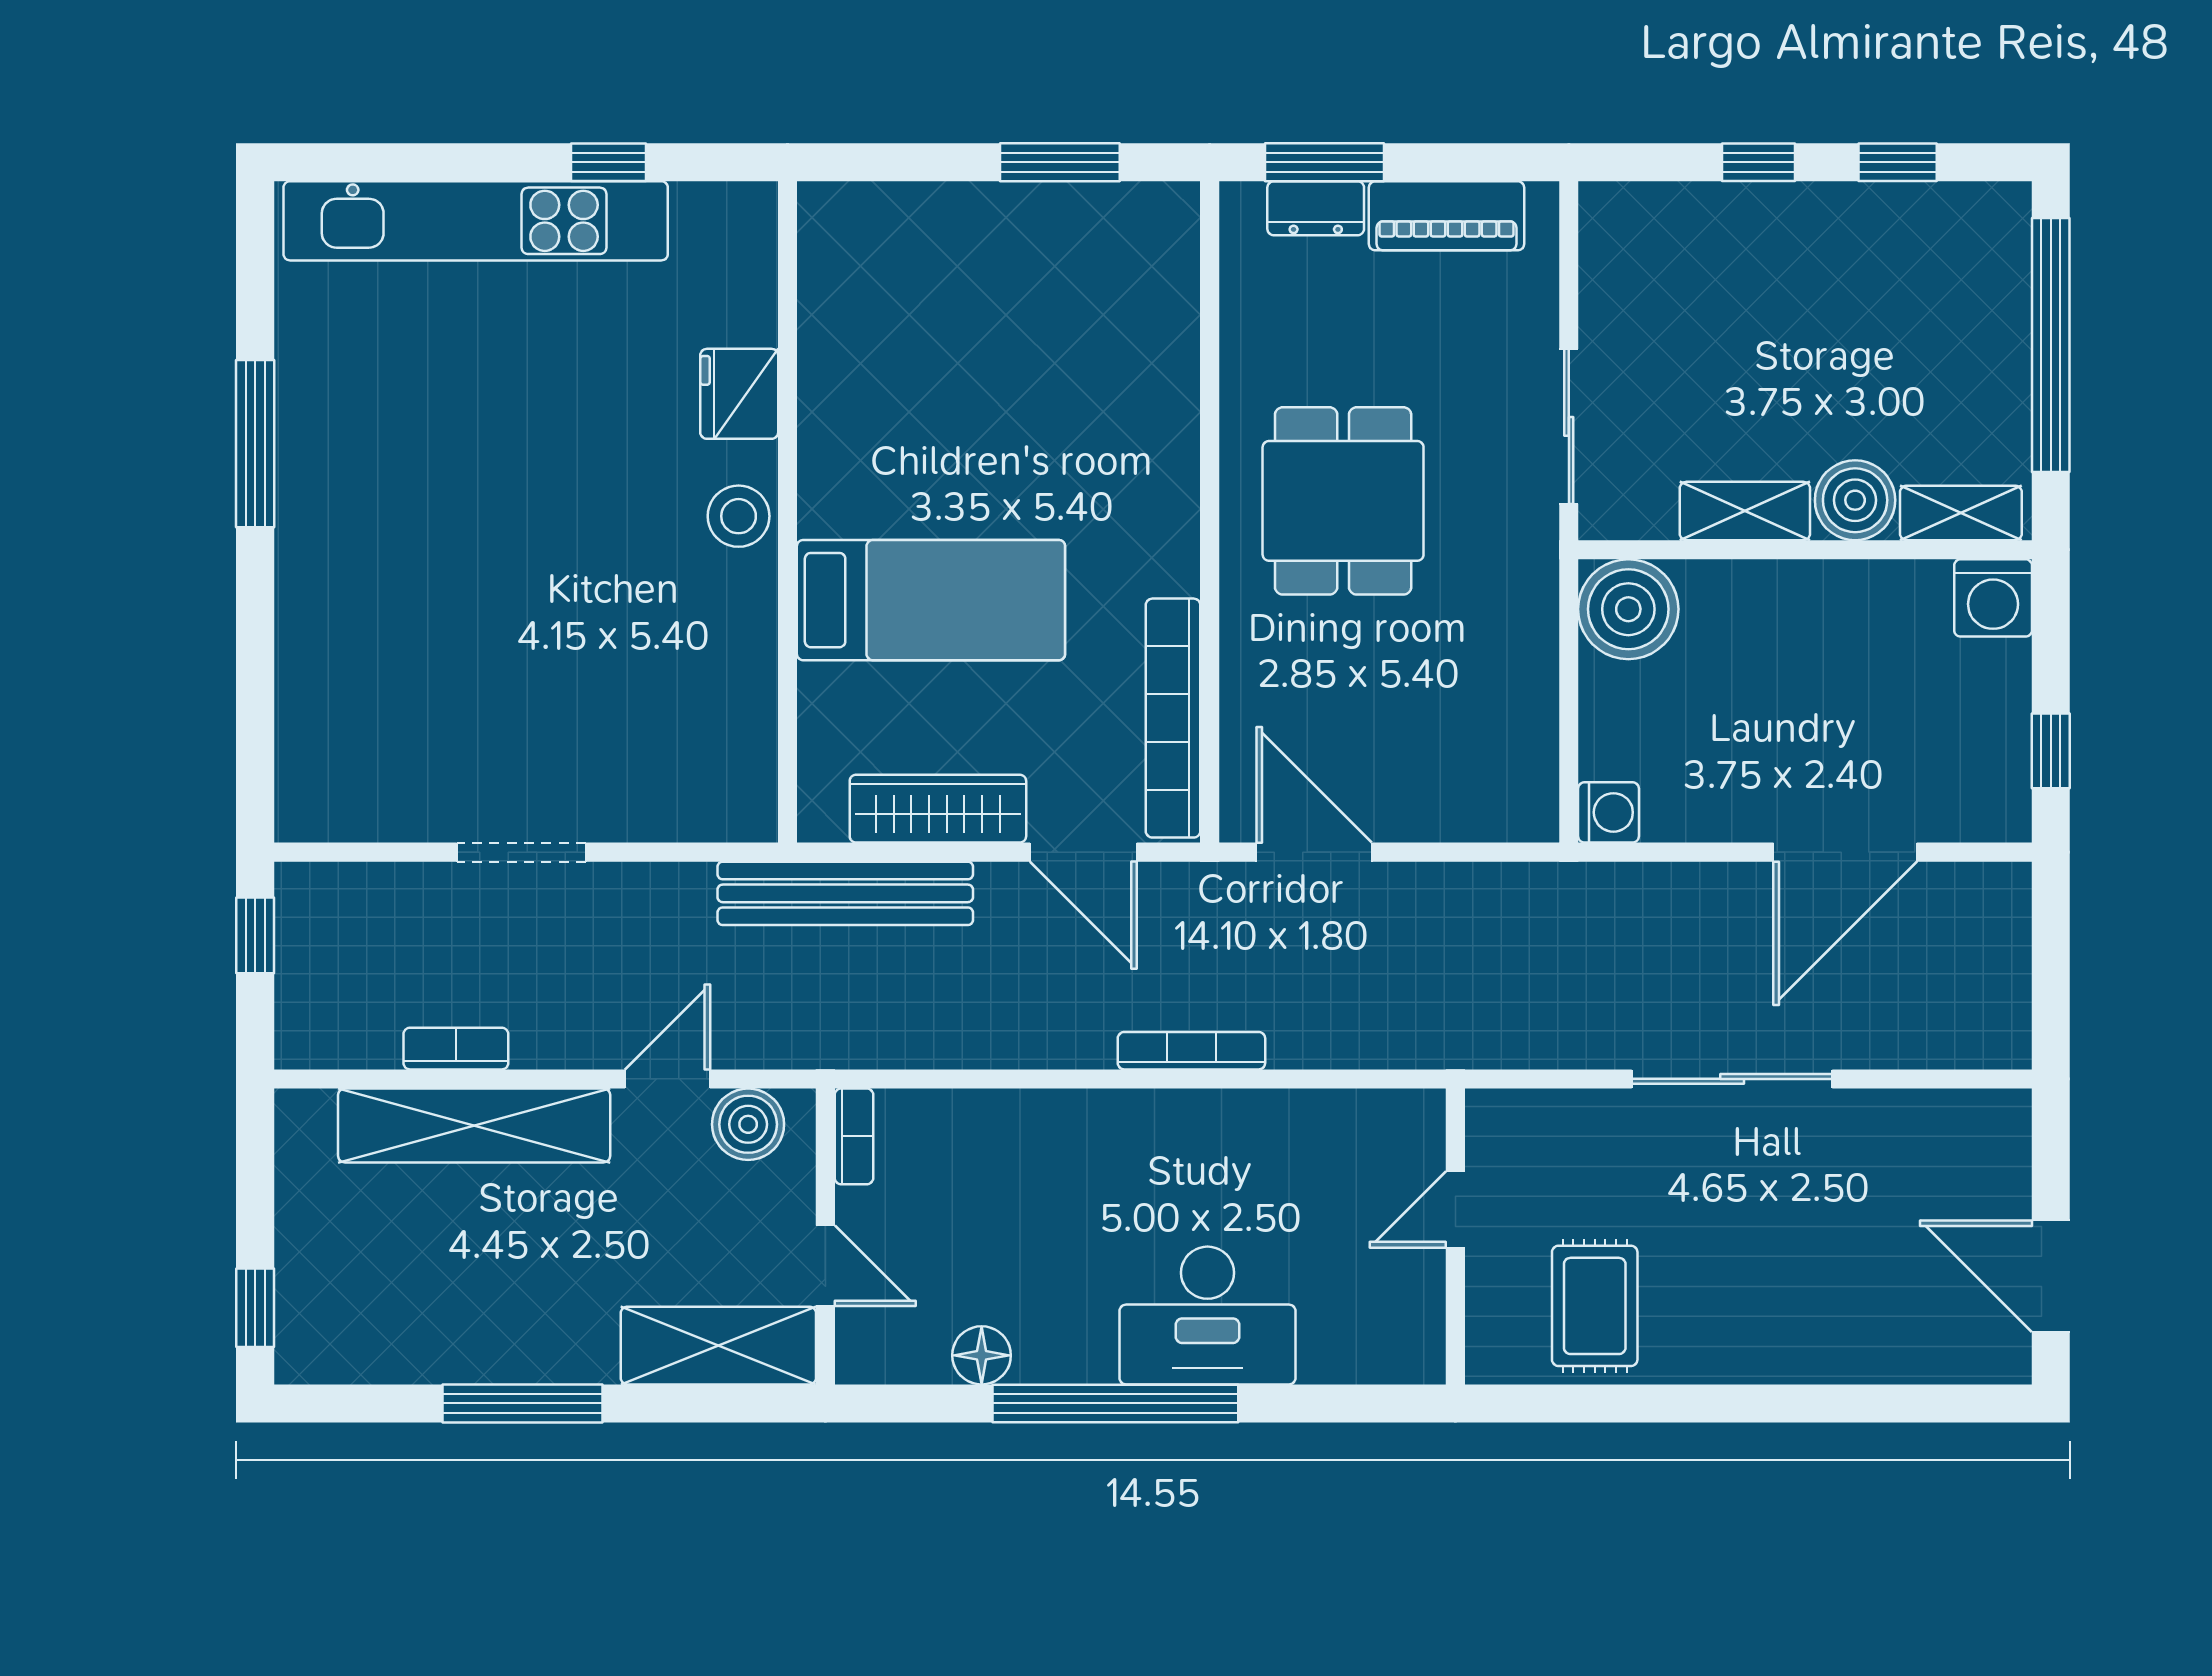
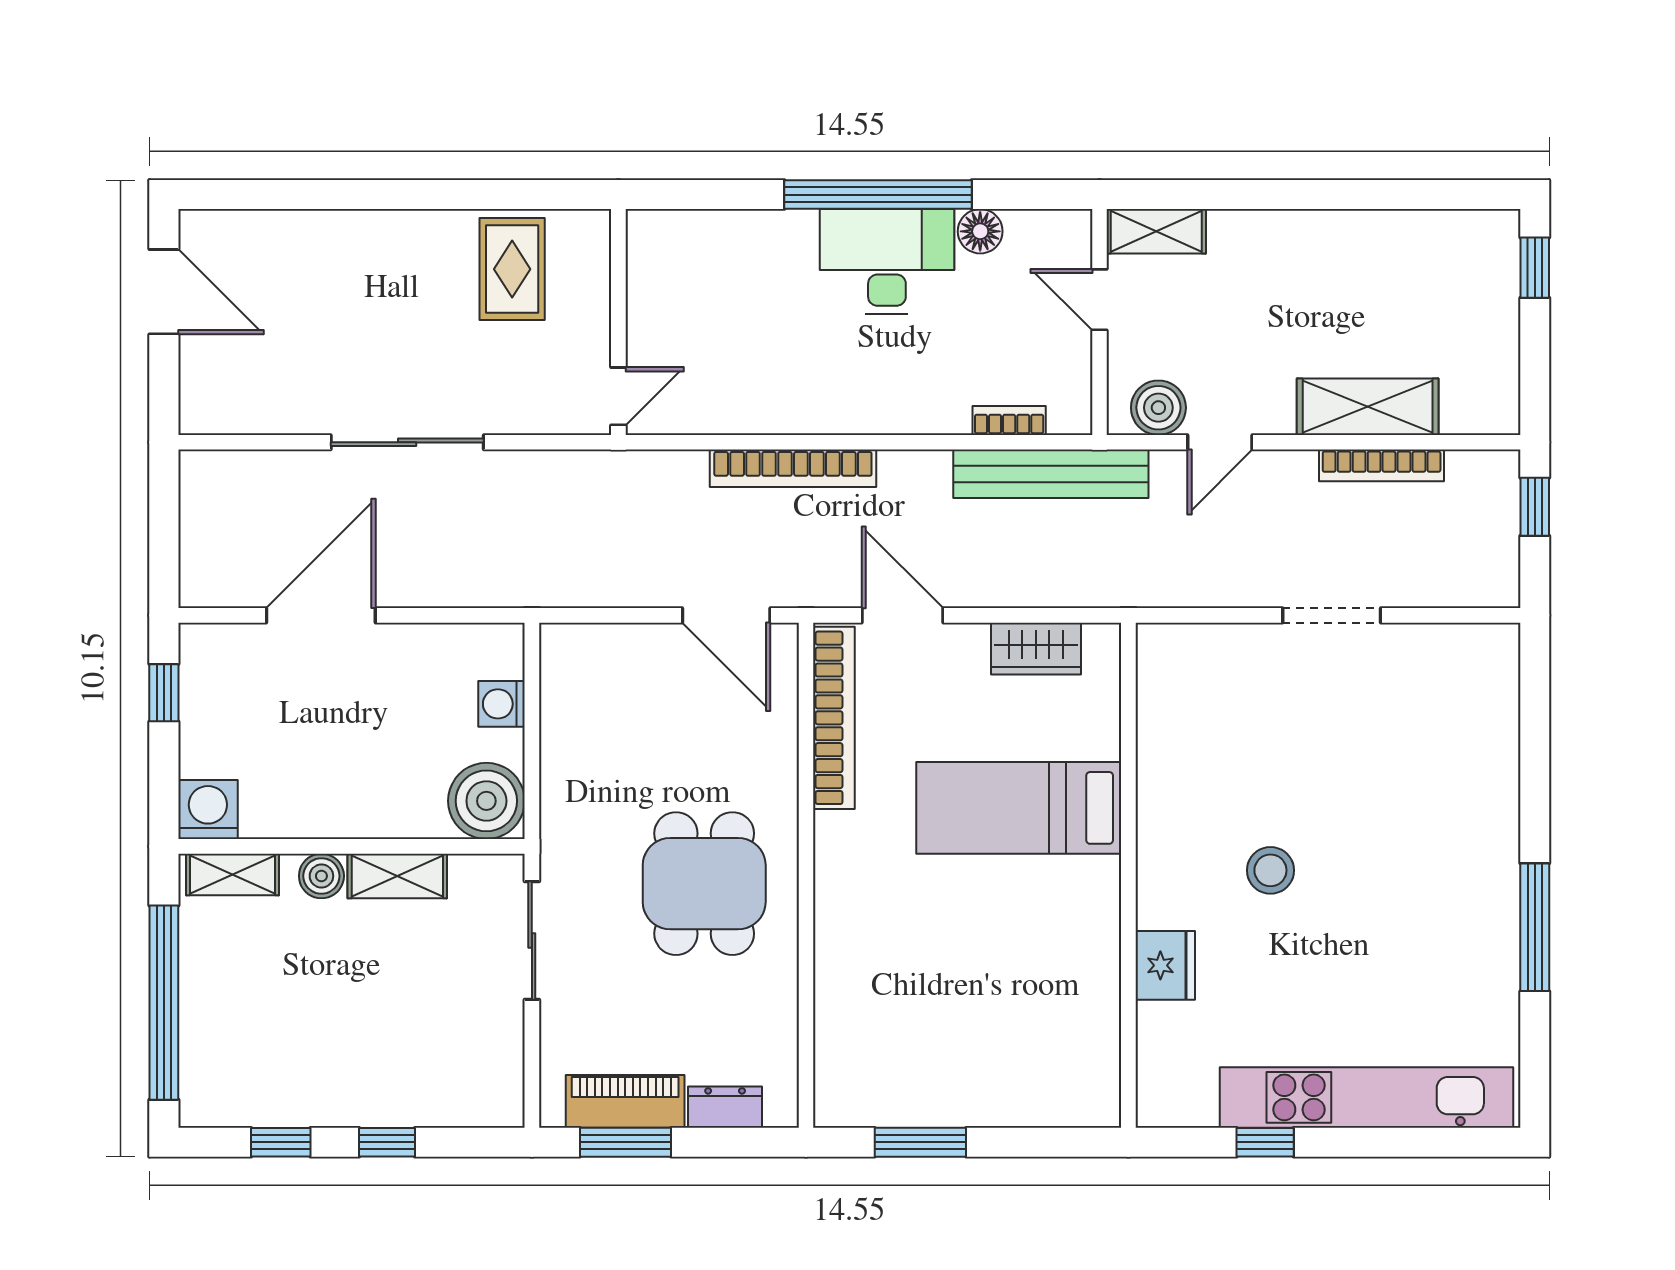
window: (1325, 162) -> (625, 1142), moved
boiler: (1855, 500) -> (321, 876), width x0.73, depth x0.73
stool: (739, 516) -> (1270, 870), moved
wardrobe: (938, 809) -> (1036, 649), width x0.67
washing machine: (1608, 812) -> (502, 704), moved
bench: (845, 893) -> (1051, 474), moved
window: (255, 935) -> (1535, 507), moved
bookcase: (456, 1049) -> (1382, 465), width x1.56
bookcase: (1191, 1051) -> (793, 468), width x1.48, depth x1.31
shelving: (474, 1125) -> (1368, 407), width x0.68
bookcase: (854, 1136) -> (1009, 420), moved, turned 90
door: (1455, 1209) -> (618, 396), moved
desk: (1207, 1316) -> (887, 262), moved
shelving: (718, 1346) -> (1156, 231), width x0.67, depth x0.75
window: (522, 1403) -> (1331, 195), removed

